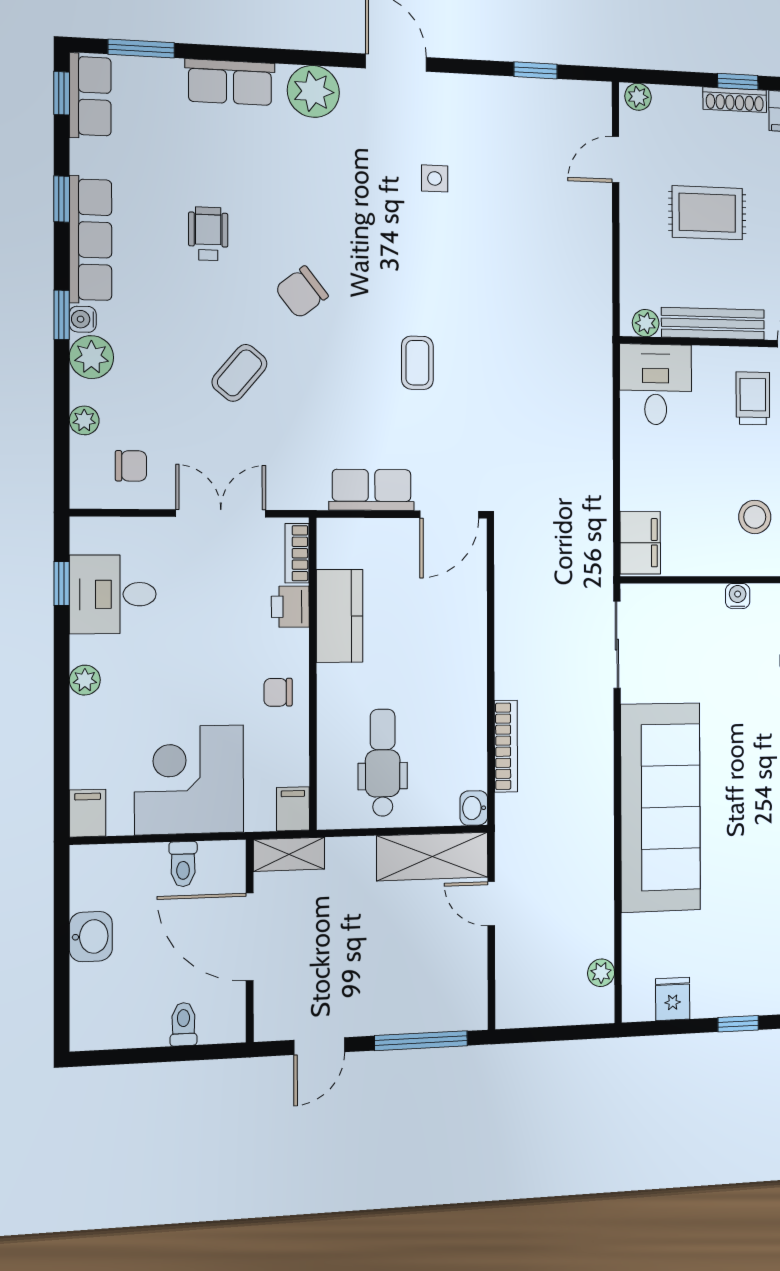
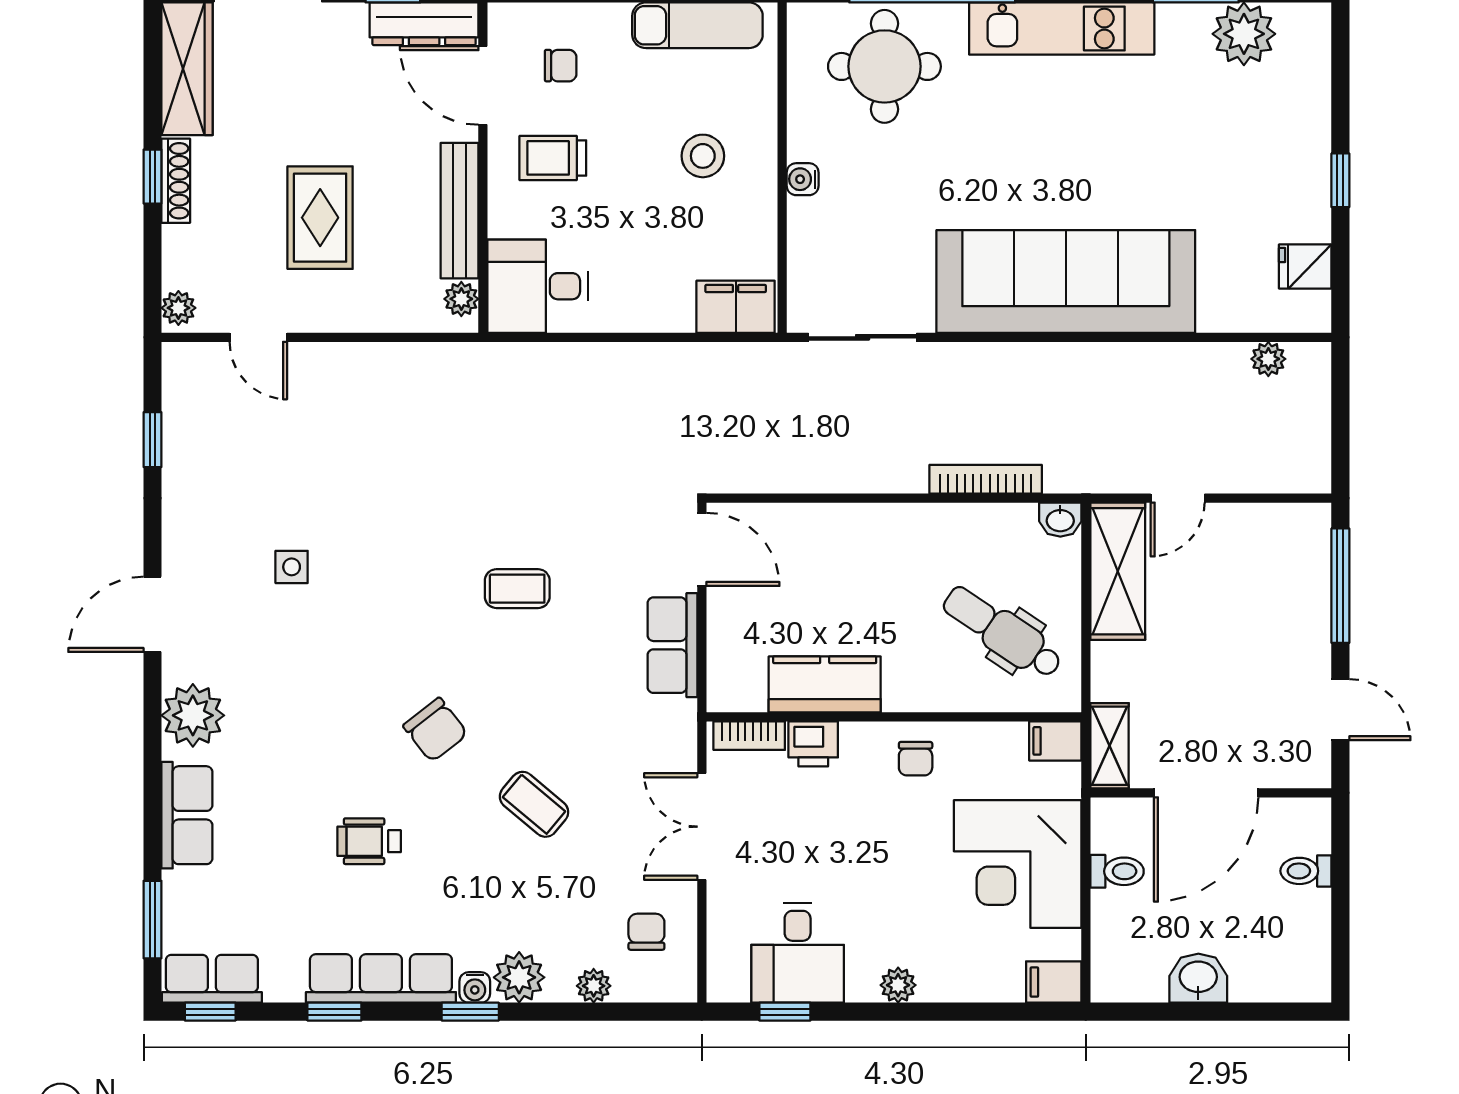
dental chair: (383, 763) -> (1002, 632), turned 34

